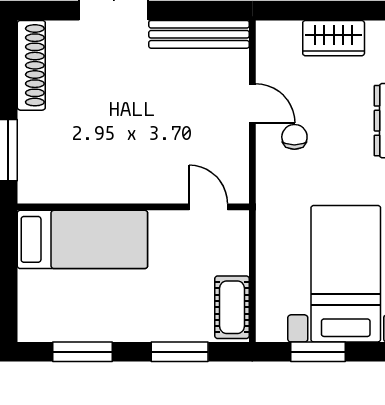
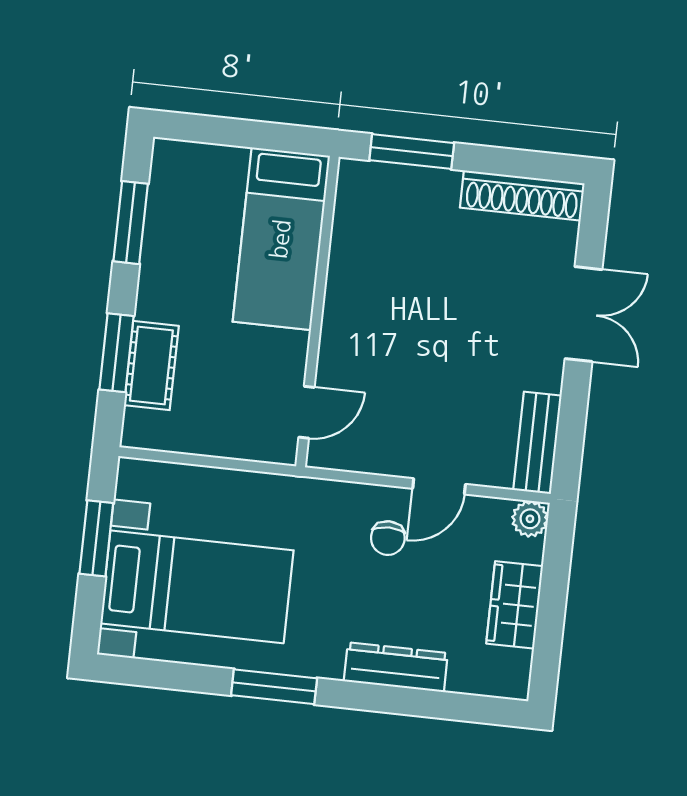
bench: (199, 34) -> (537, 443), width x0.73
plant: (269, 34) -> (530, 519), added
chair: (294, 137) -> (388, 538), turned 90
cot: (232, 307) -> (151, 366), moved, turned 90

